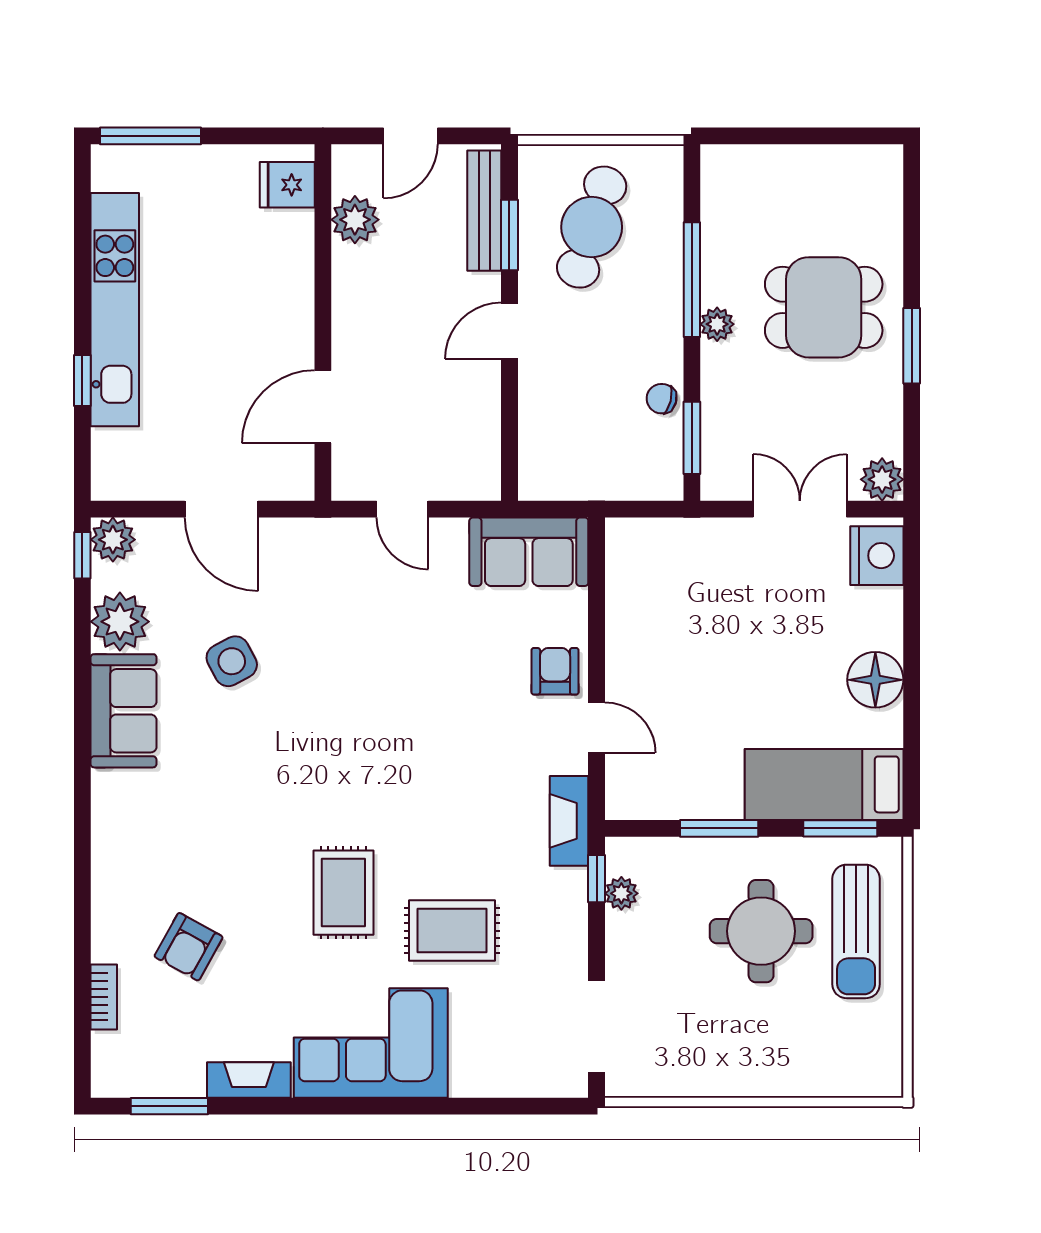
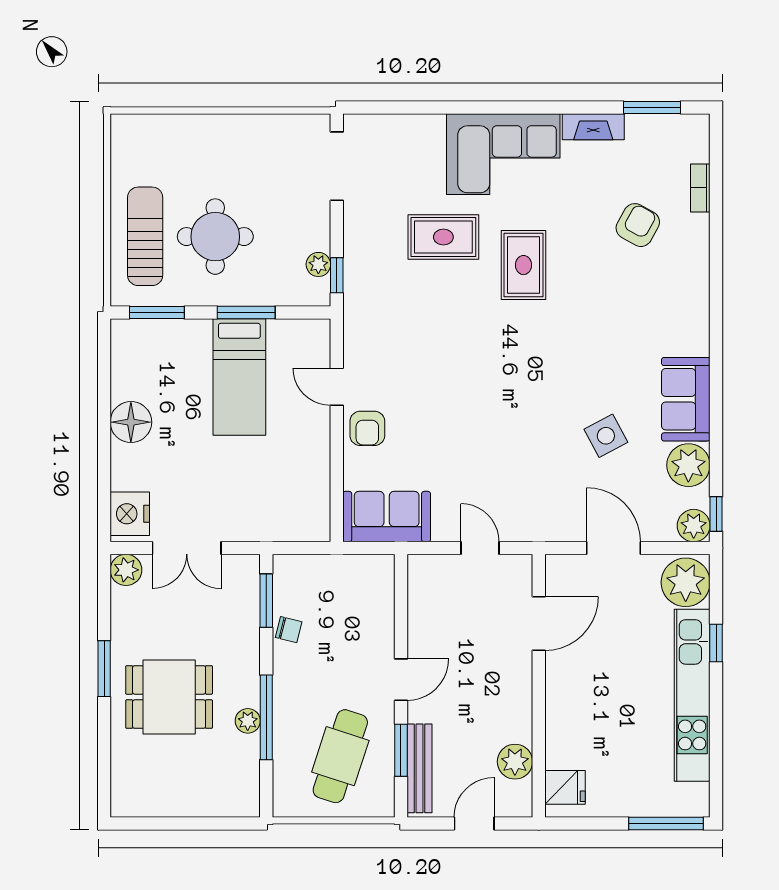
plant: (717, 324) -> (248, 721), moved
plant: (124, 463) -> (686, 582), added
bed: (824, 784) -> (239, 377), moved, turned 90
fireplace: (569, 821) -> (357, 318), removed

